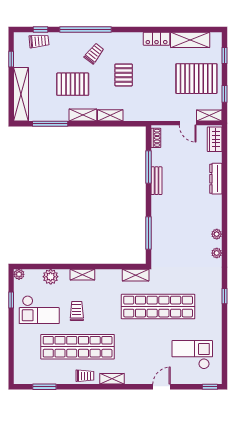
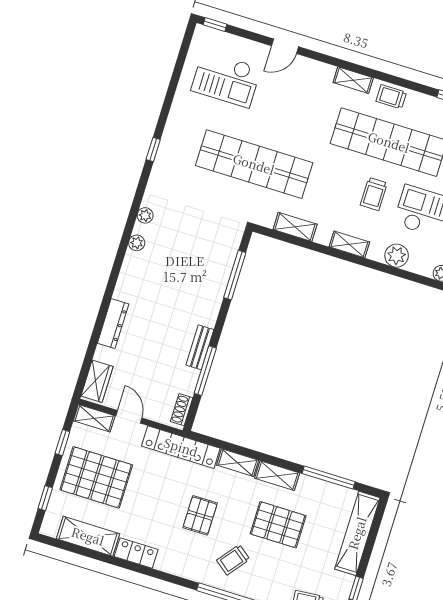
locker: (149, 114) -> (181, 447), added
shelving: (136, 275) -> (295, 227), moved

